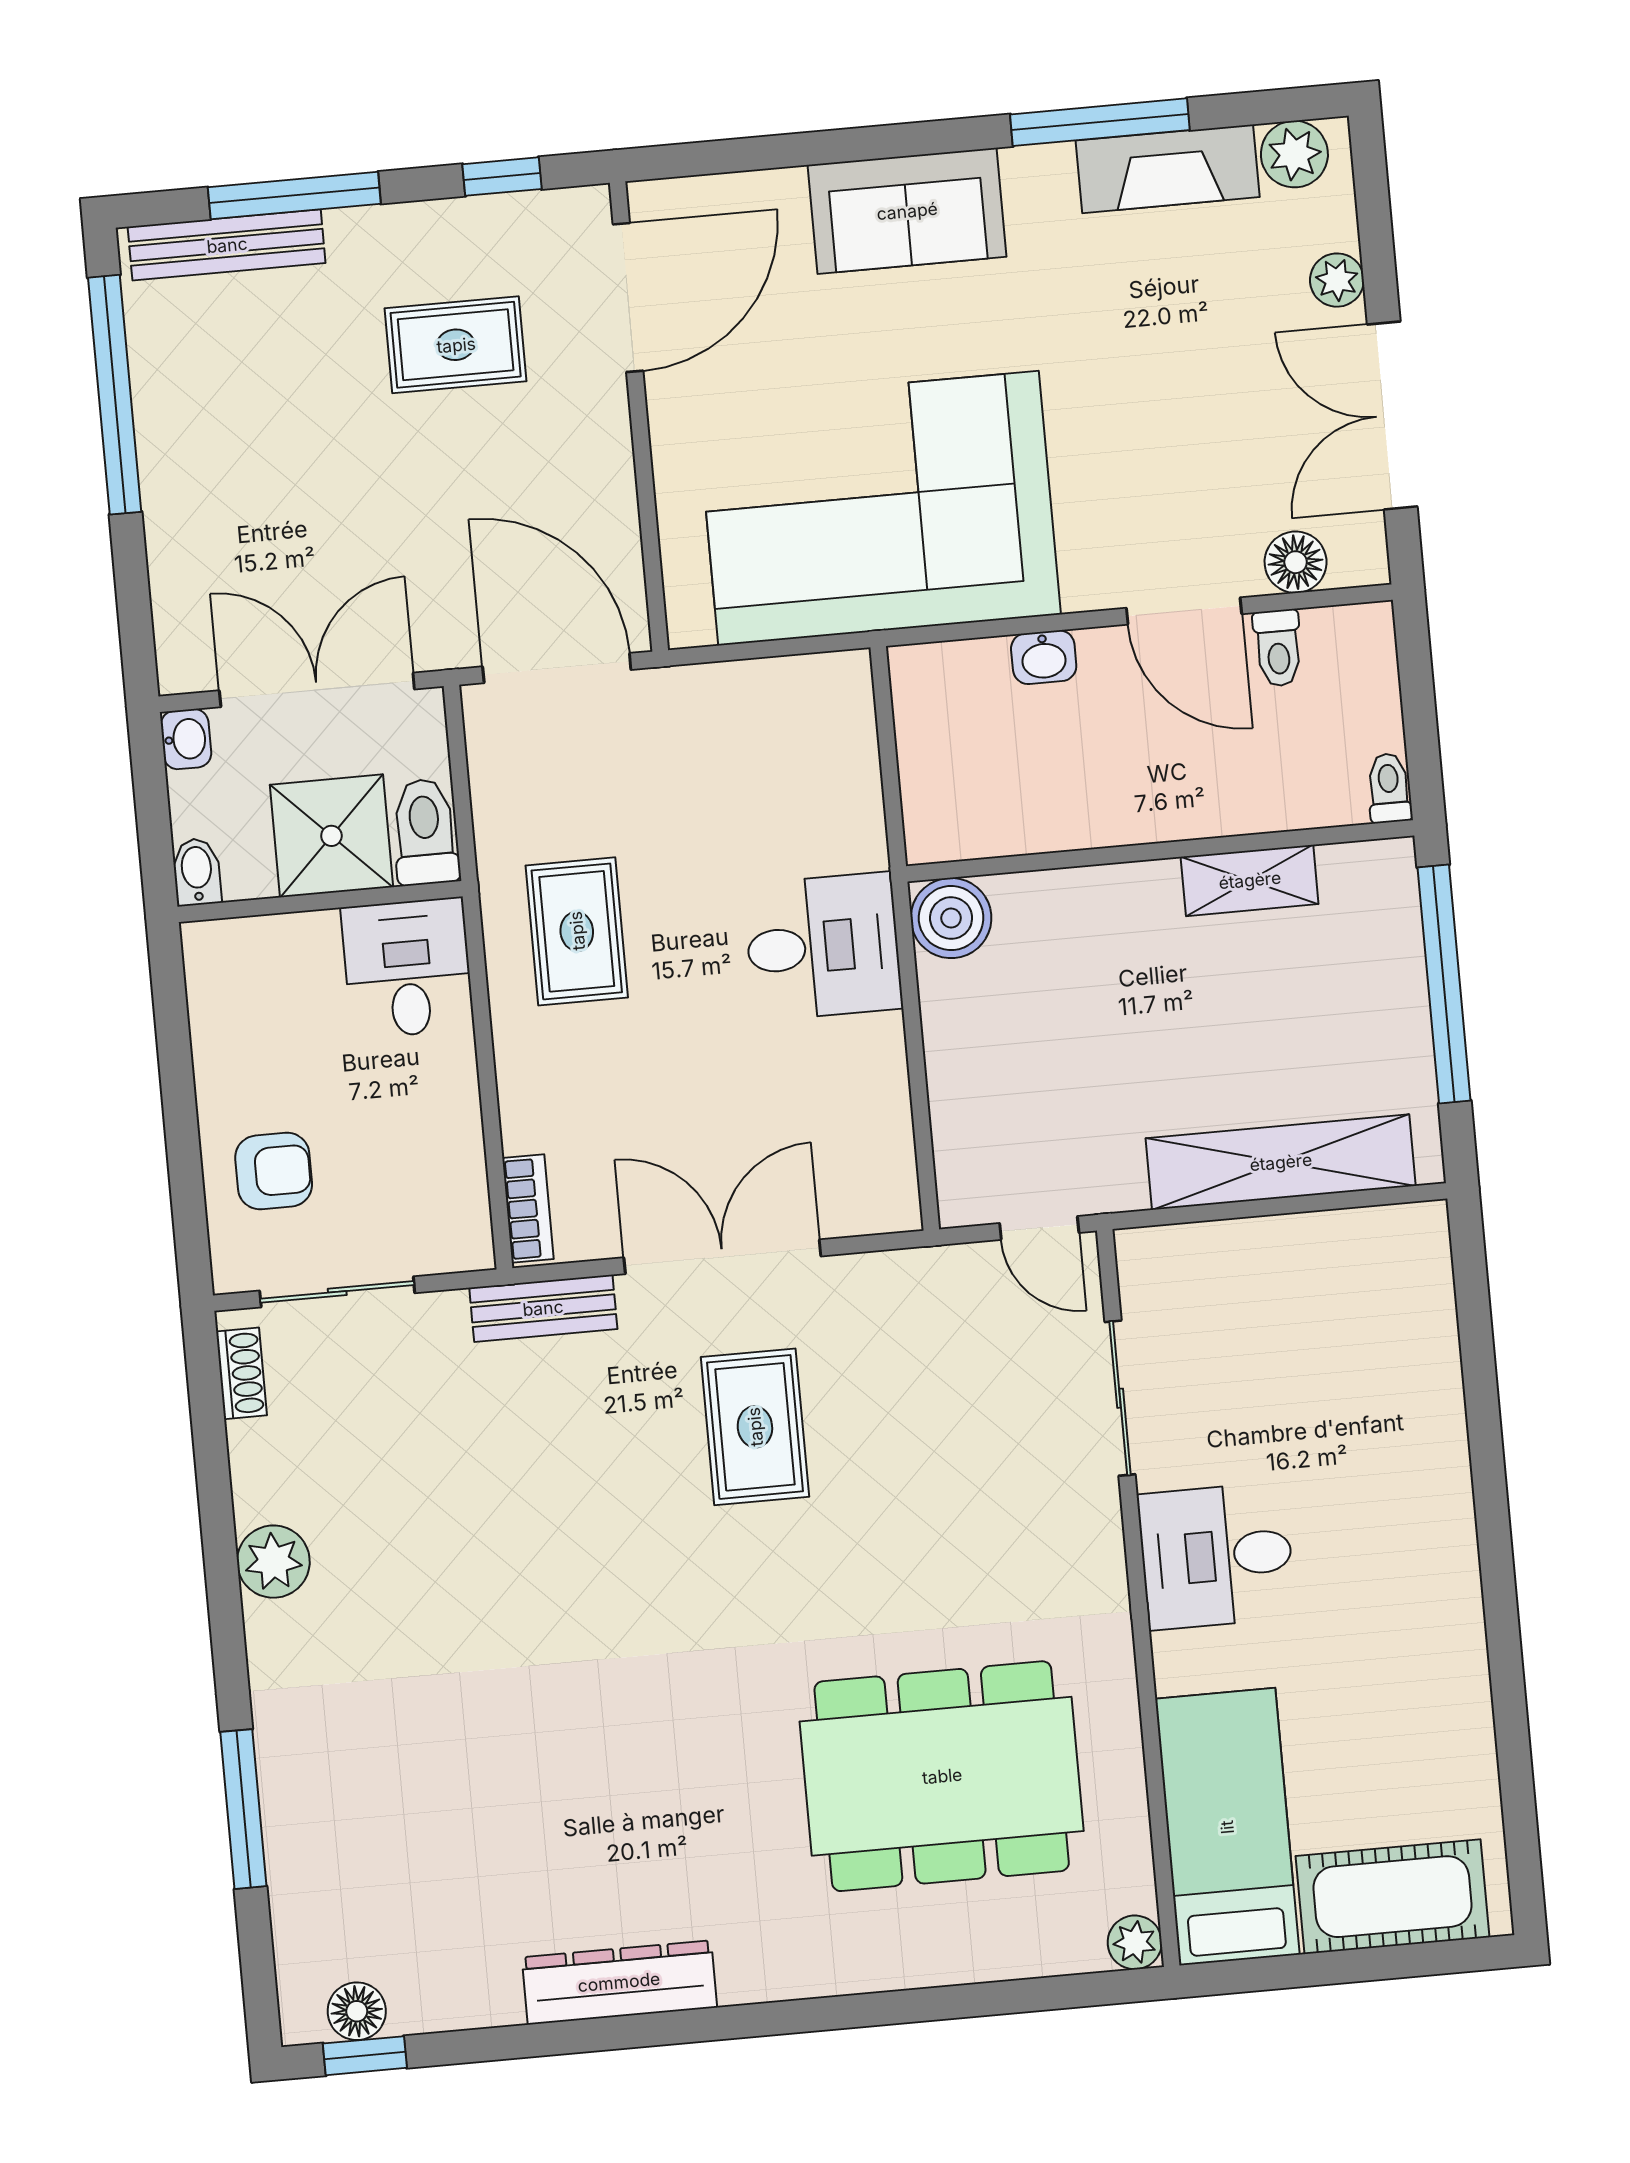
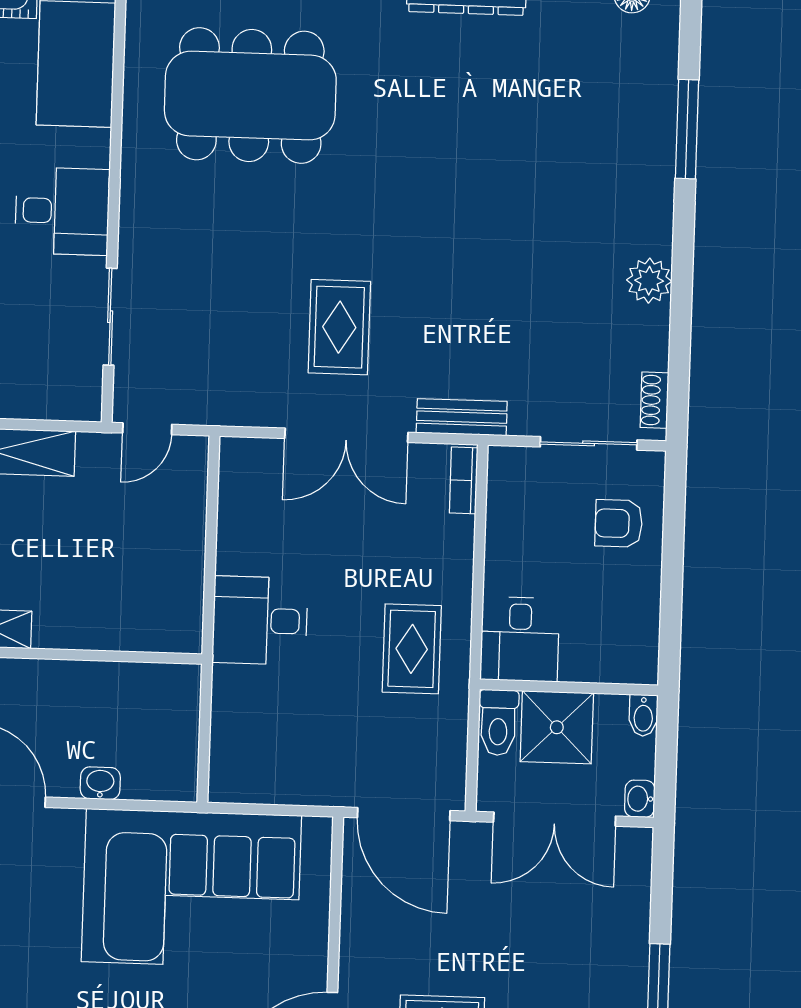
boiler: (951, 918) -> (178, 628), removed
door: (1039, 1228) -> (147, 429), swing flipped

